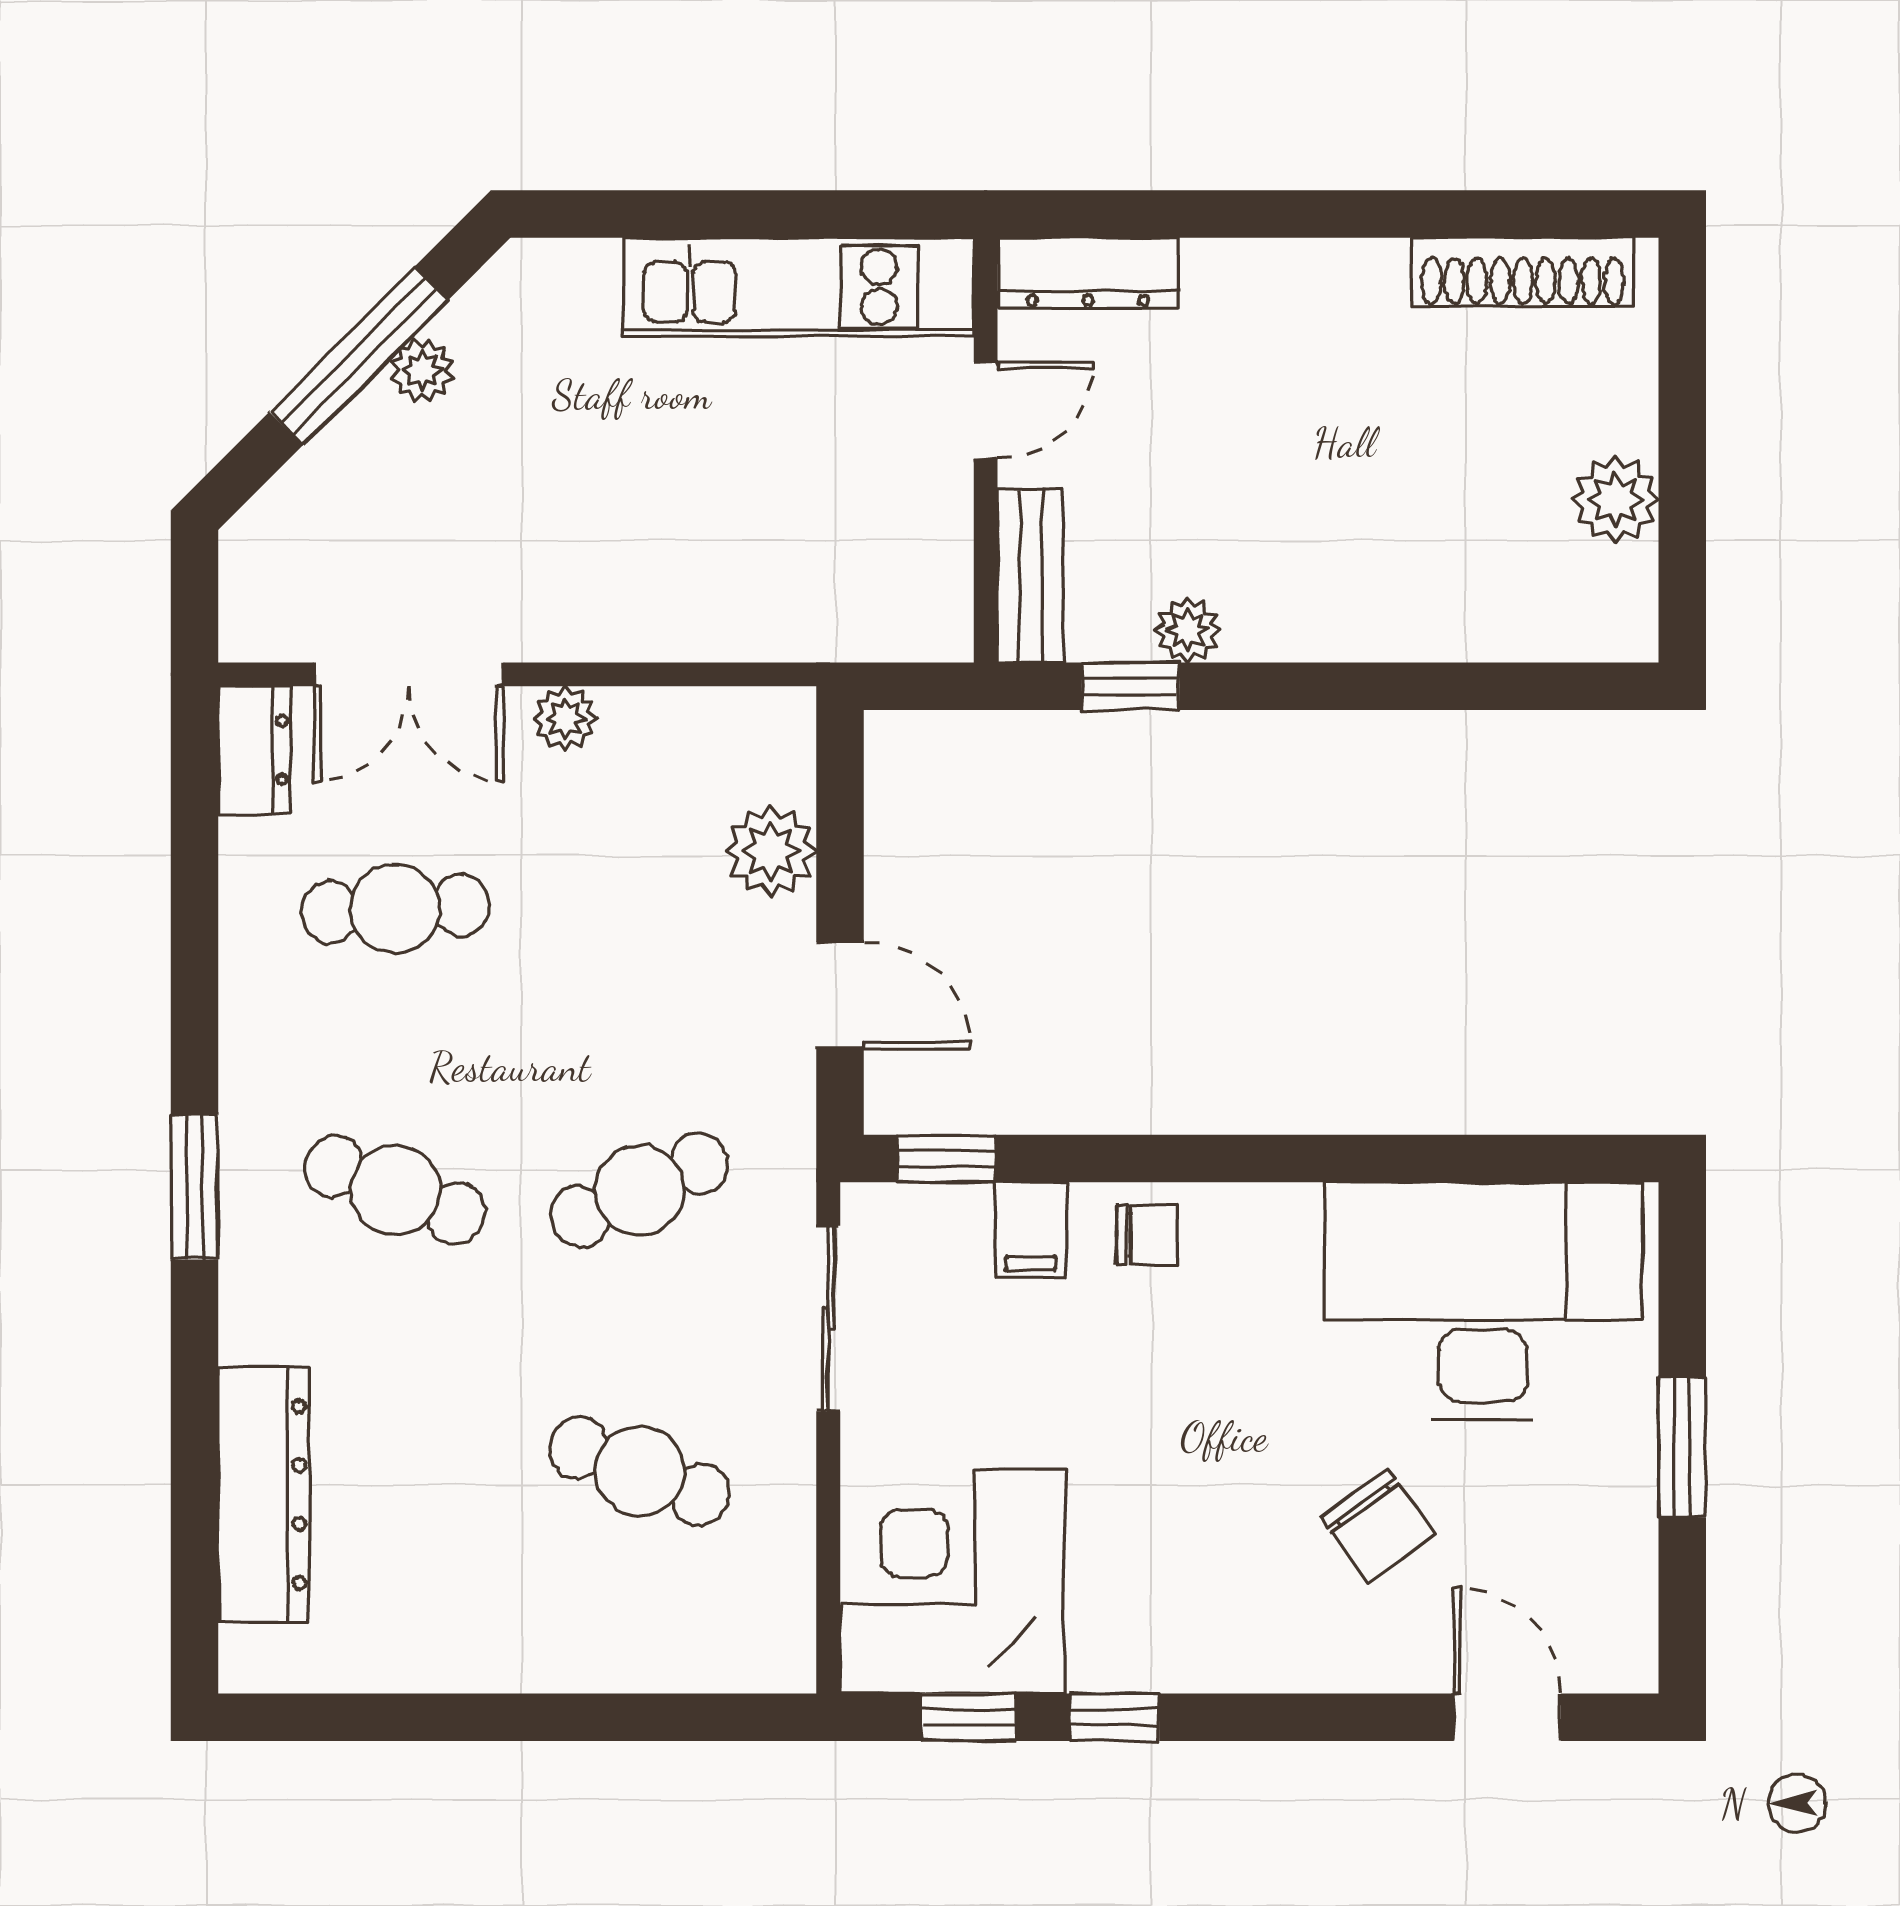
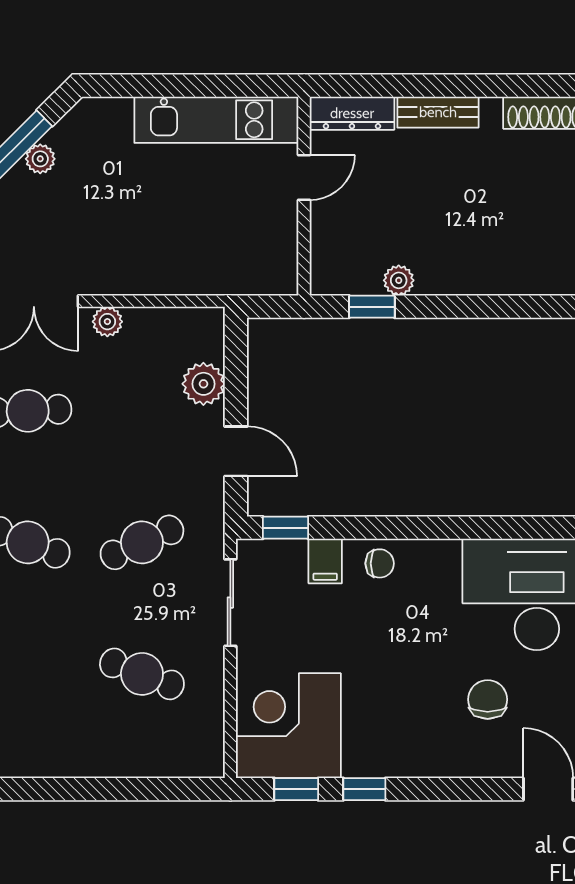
bench: (1031, 576) -> (438, 112), moved, turned 90
chair: (1378, 1526) -> (488, 699), turned -144

